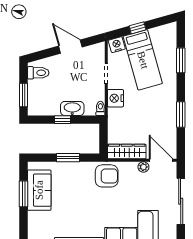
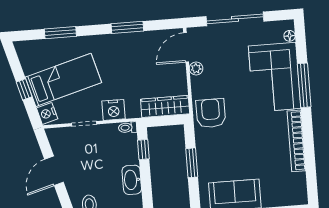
washbasin: (72, 108) -> (132, 180), moved
window: (62, 120) -> (143, 150), moved
wardrobe: (127, 152) -> (165, 106), moved, turned 90

